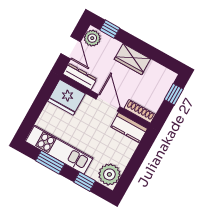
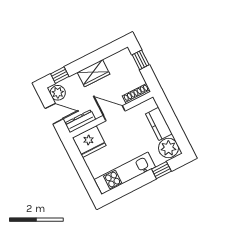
kitchen counter: (129, 128) -> (159, 124), moved, turned 90
window: (50, 162) -> (130, 186), removed

